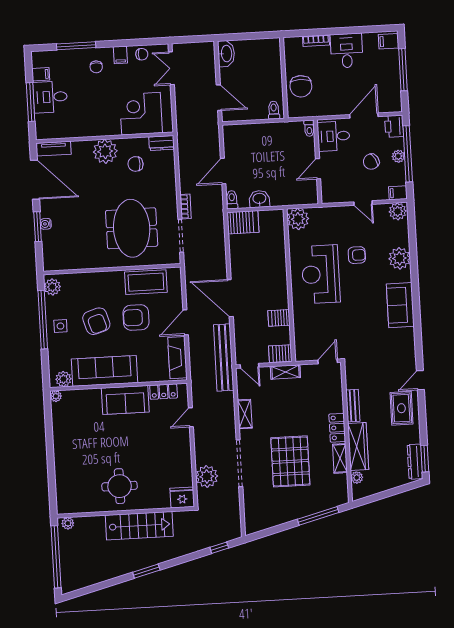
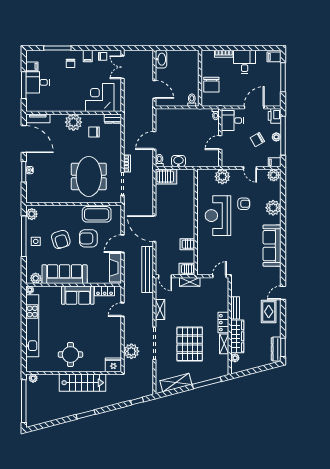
plant: (298, 219) -> (222, 177), moved
sofa: (400, 305) -> (272, 246), width x1.36
kitchen unit: (62, 448) -> (32, 326), added
shelving: (274, 518) -> (176, 383), added

